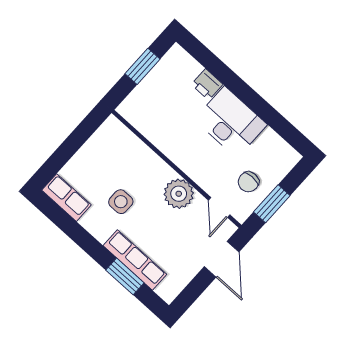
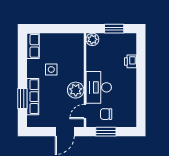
plant: (130, 109) -> (92, 39), added
desk: (231, 122) -> (99, 87), moved, turned 180

